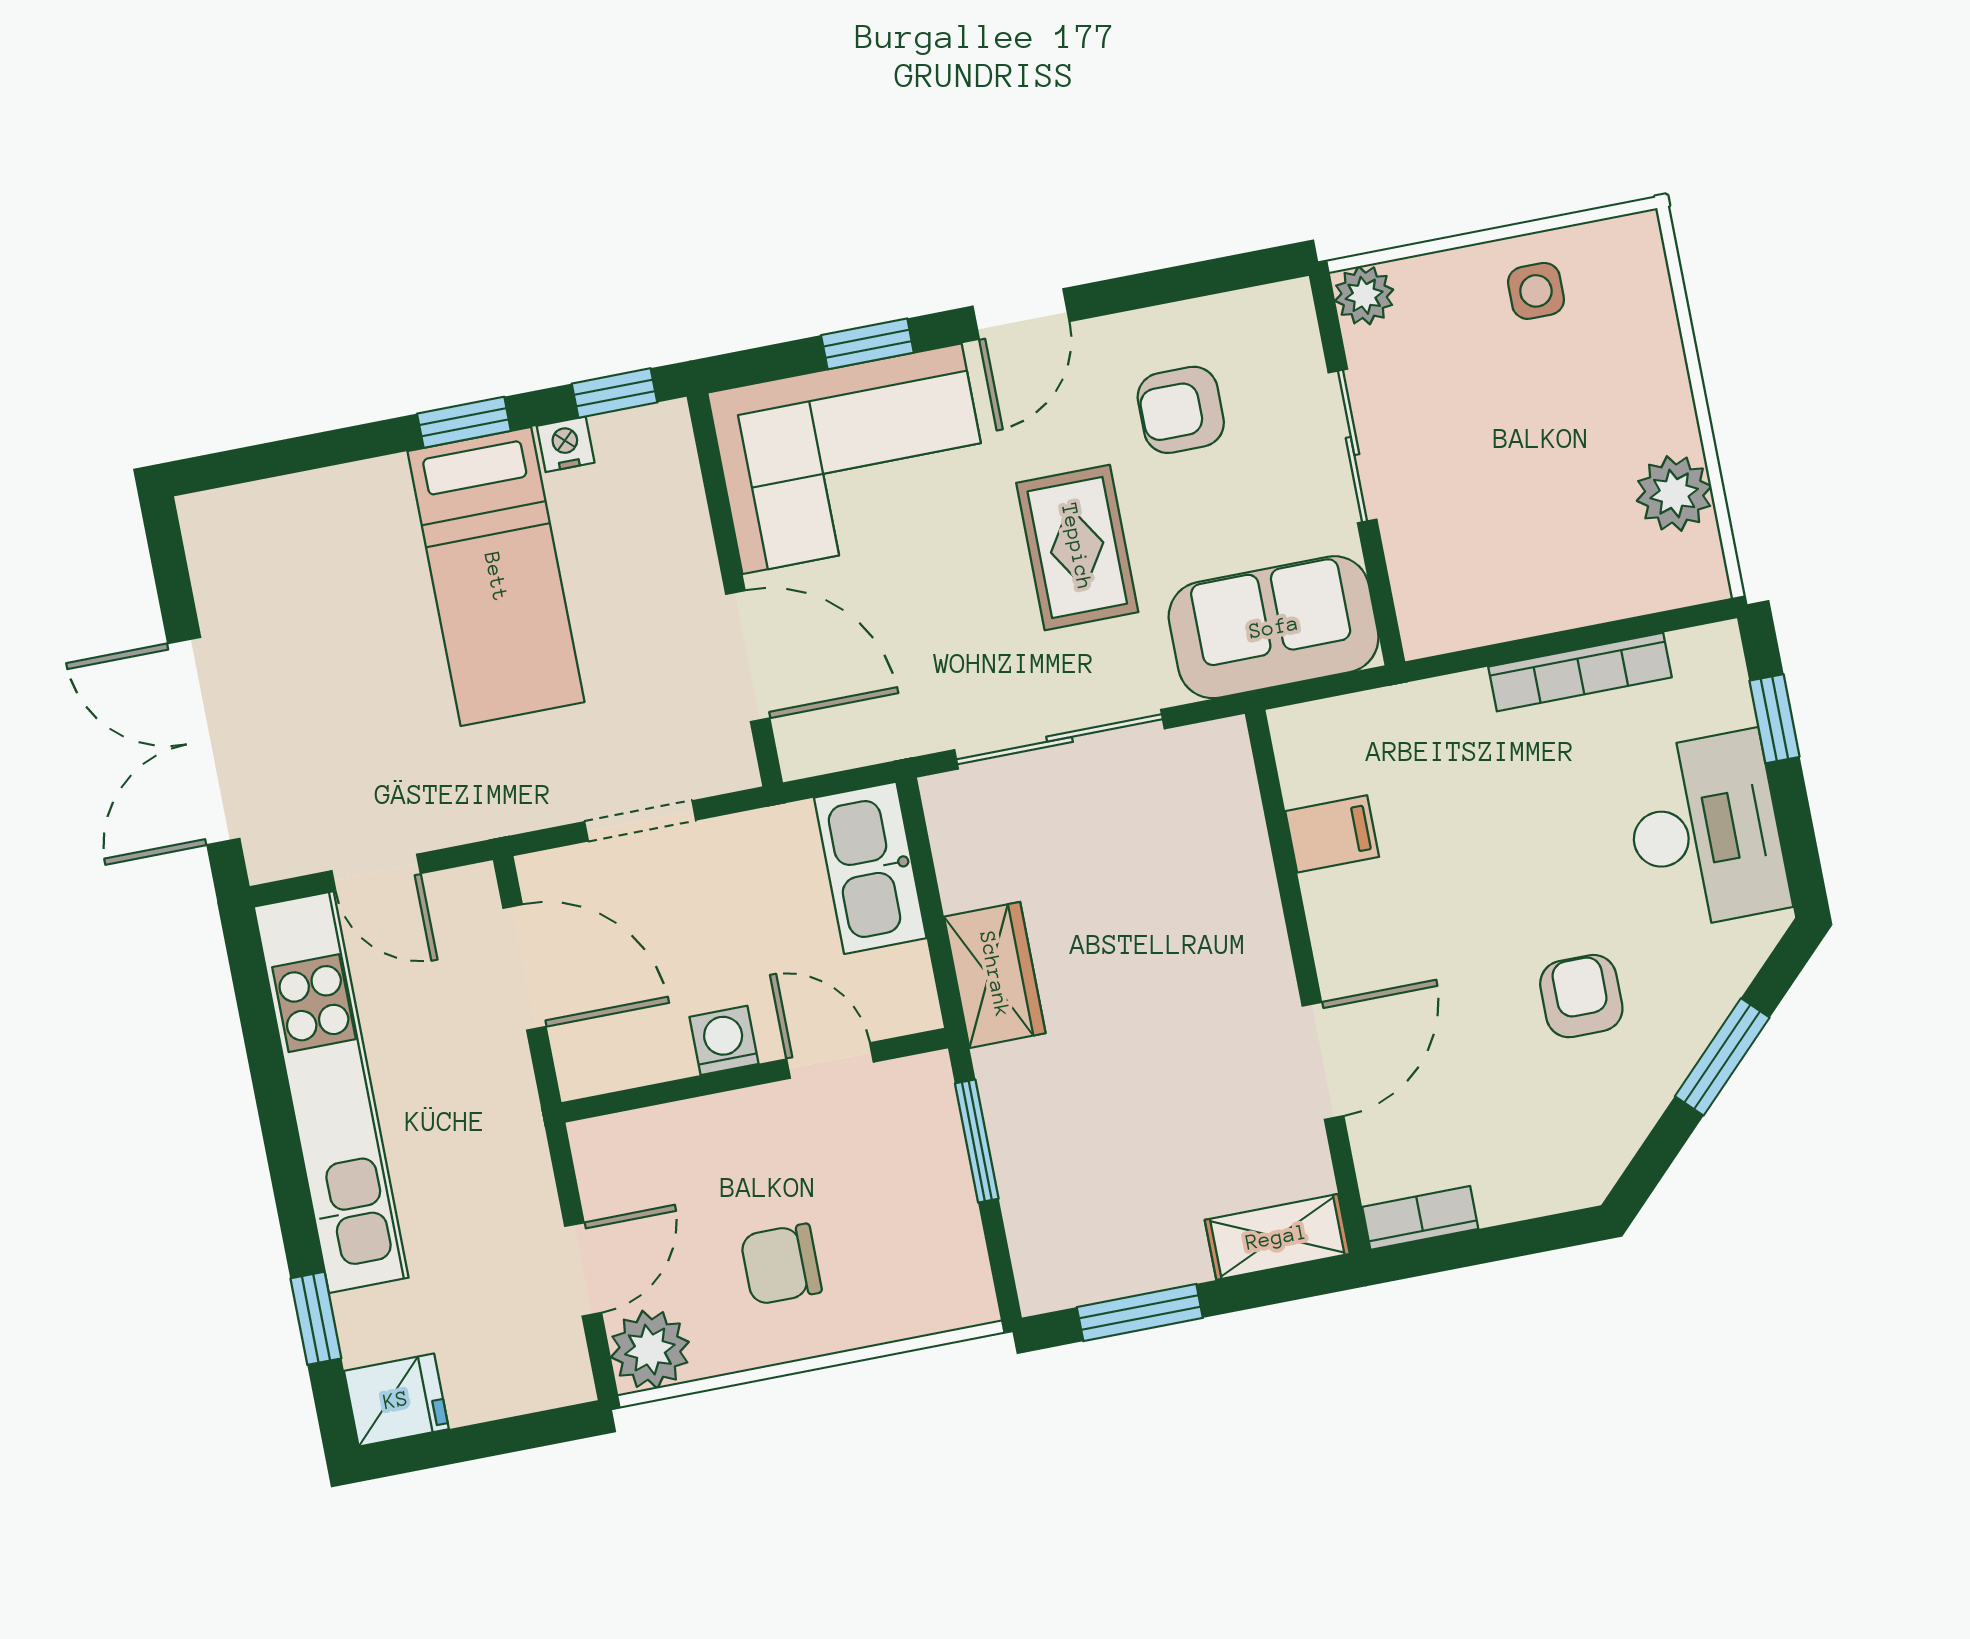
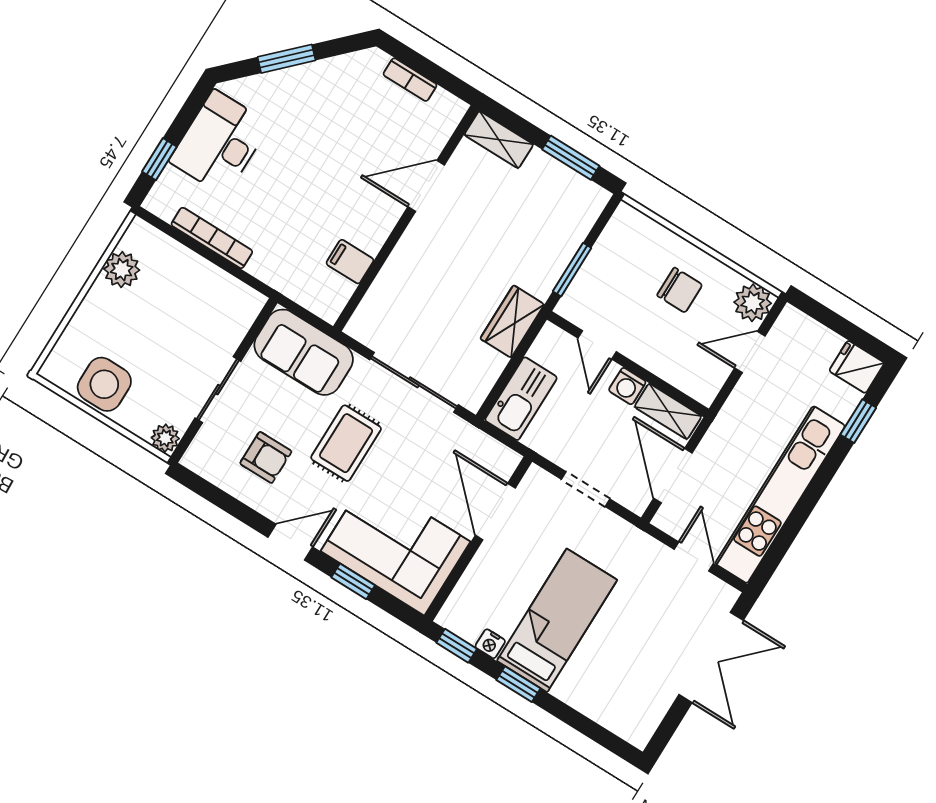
side table: (1536, 291) -> (104, 384), width x1.87, depth x1.87
armchair: (1581, 996) -> (316, 125), removed
shelving: (624, 1060) -> (668, 411), added
bookcase: (1420, 1218) -> (410, 80), moved

